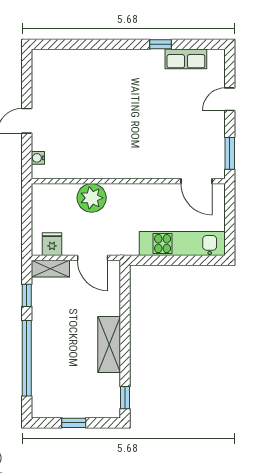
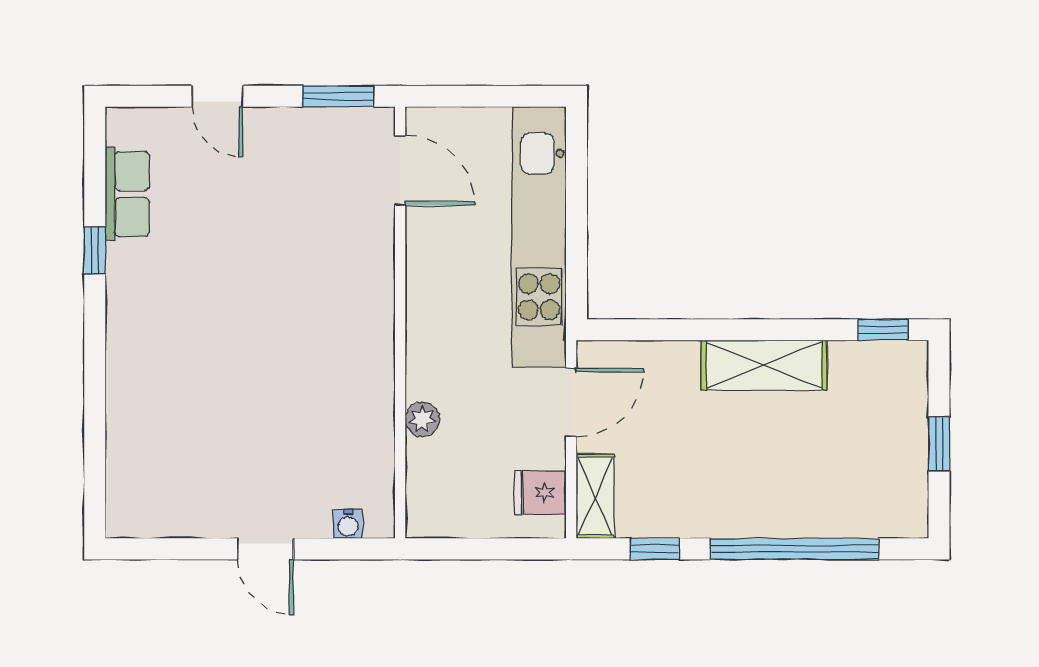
door: (196, 181) -> (400, 170), hinge flipped
plant: (92, 198) -> (422, 419), width x0.53, depth x0.53
kitchen unit: (182, 244) -> (539, 237), width x1.36

